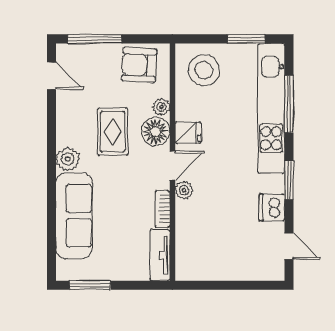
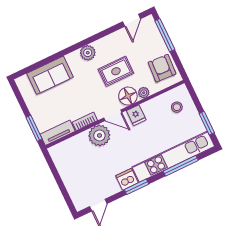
stool: (204, 70) -> (177, 107), width x0.53, depth x0.53
plant: (184, 190) -> (99, 135), width x1.88, depth x1.88
dishwasher: (272, 207) -> (127, 179), moved
sofa: (74, 216) -> (50, 75), width x0.73
window: (90, 285) -> (34, 128), moved

